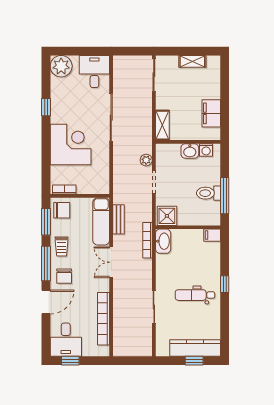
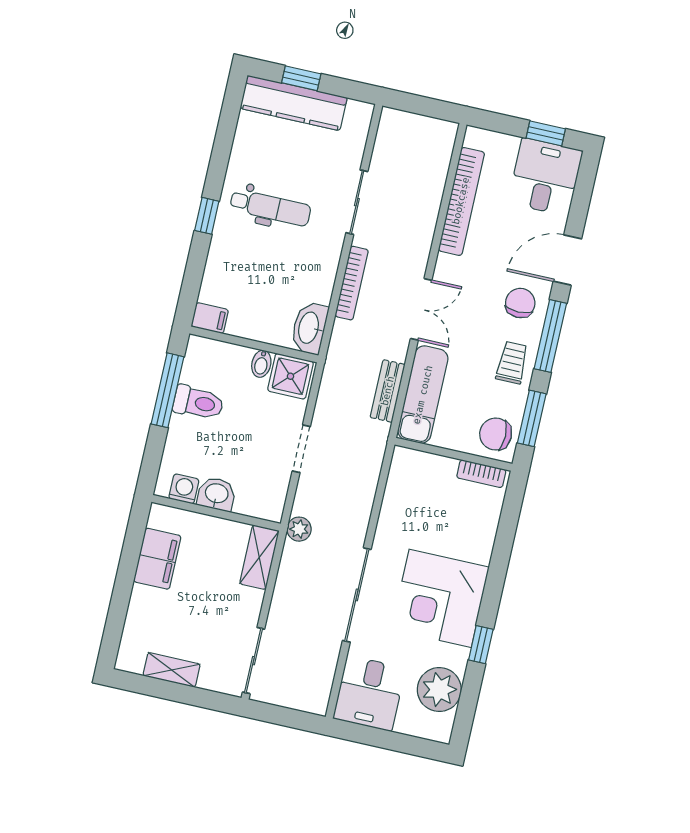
plant: (61, 66) -> (439, 690), moved
corner desk: (71, 145) -> (440, 598), moved
plant: (146, 160) -> (299, 529), moved
bidet: (182, 219) -> (261, 364), added
bookcase: (148, 240) -> (352, 283), moved

